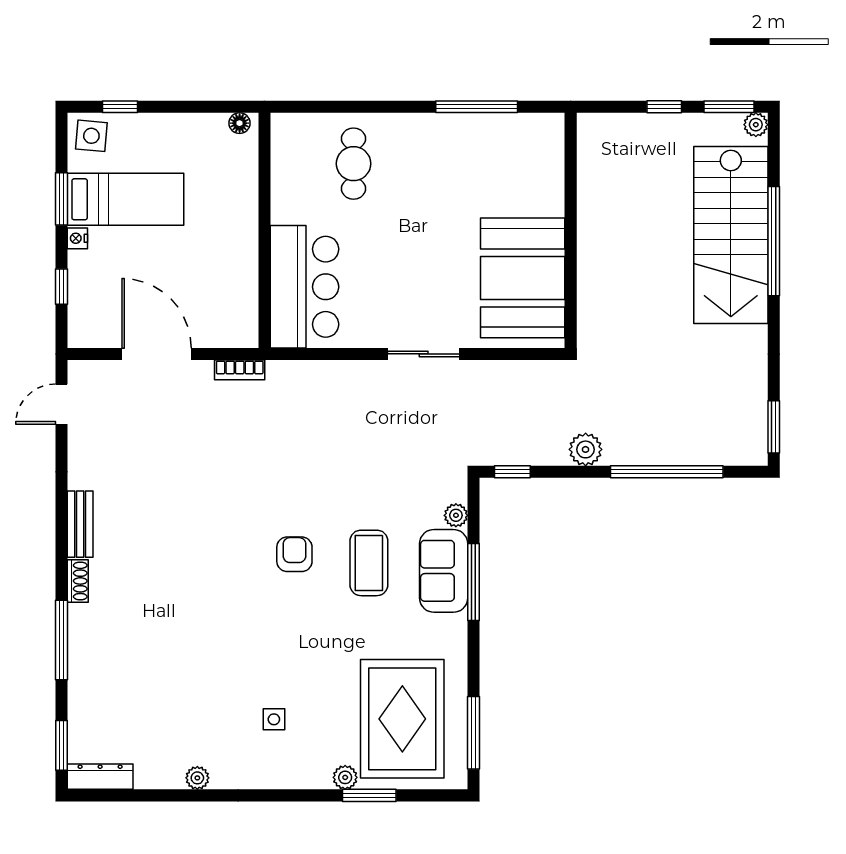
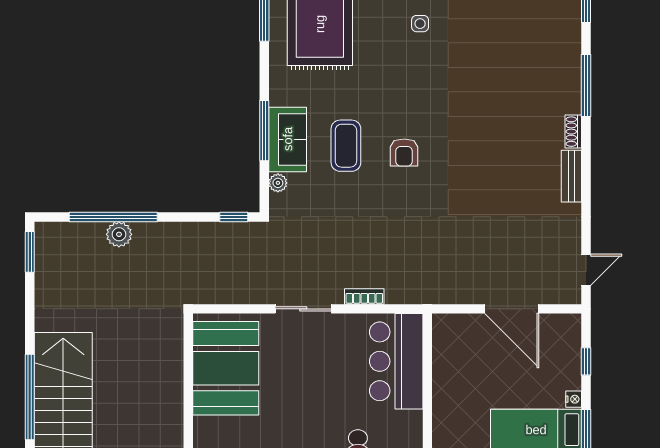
bookcase: (240, 370) -> (364, 296), moved
plant: (586, 449) -> (119, 234), moved

